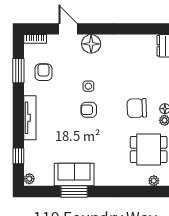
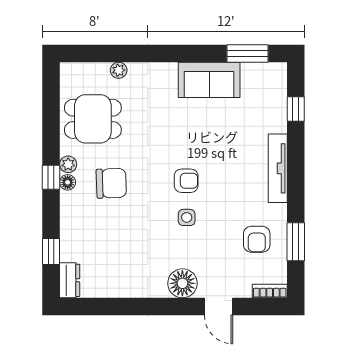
plant: (29, 179) -> (279, 73), removed
plant: (154, 181) -> (119, 70), moved
window: (74, 192) -> (248, 53), moved

